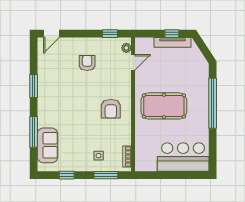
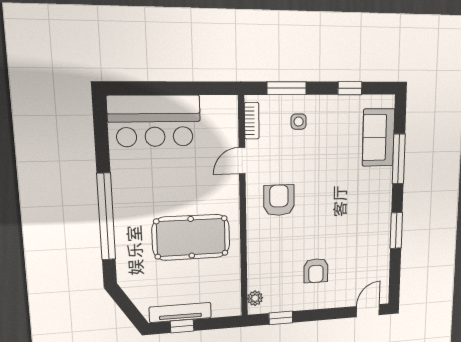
door: (133, 62) -> (242, 161), moved
pool table: (164, 106) -> (191, 237), moved

